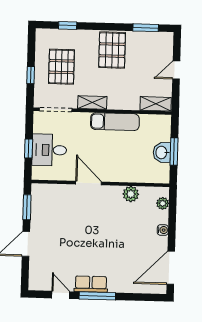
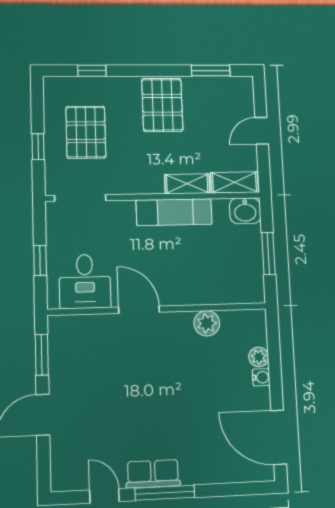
shelving: (92, 103) -> (187, 184), moved
desk: (49, 150) -> (85, 281), moved, turned -90
washbasin: (162, 152) -> (245, 211), moved, turned -90
plant: (163, 203) -> (259, 357), moved
door: (171, 268) -> (279, 437), hinge flipped

